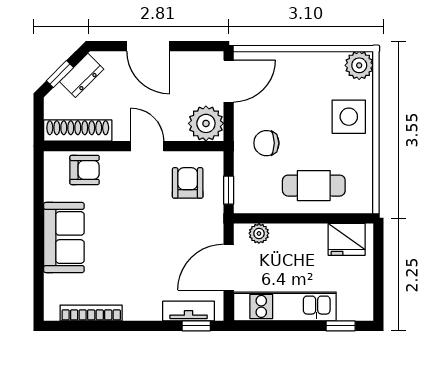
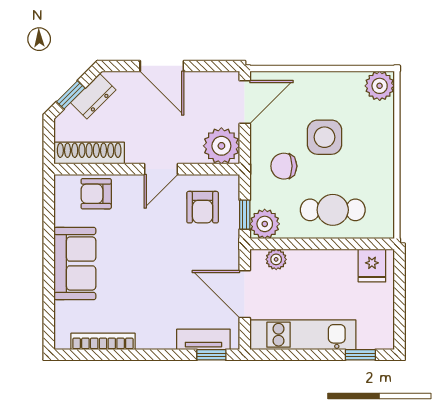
side table: (349, 117) -> (325, 137), moved
door: (147, 146) -> (161, 169), swing flipped
armchair: (85, 170) -> (96, 194), turned 180
armchair: (188, 183) -> (203, 207), turned 180
plant: (248, 199) -> (265, 224), added
fridge: (347, 239) -> (372, 265), width x0.72
door: (229, 267) -> (245, 294), hinge flipped

